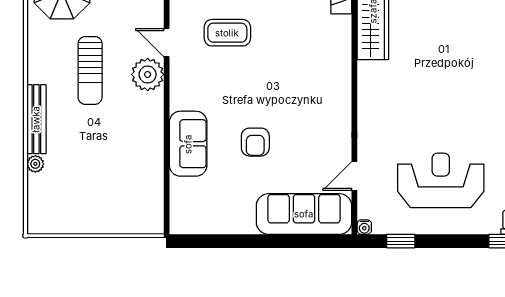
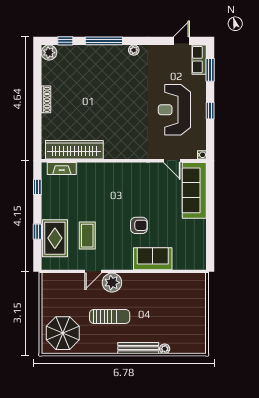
armchair: (255, 142) -> (139, 225), moved
window: (401, 241) -> (210, 111), moved

